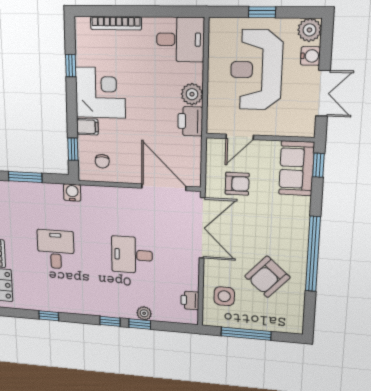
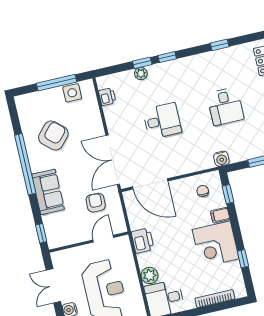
plant: (192, 94) -> (150, 275), moved
sofa: (297, 168) -> (48, 192), moved
armchair: (237, 184) -> (96, 203), turned 92
side table: (224, 296) -> (72, 93), moved

